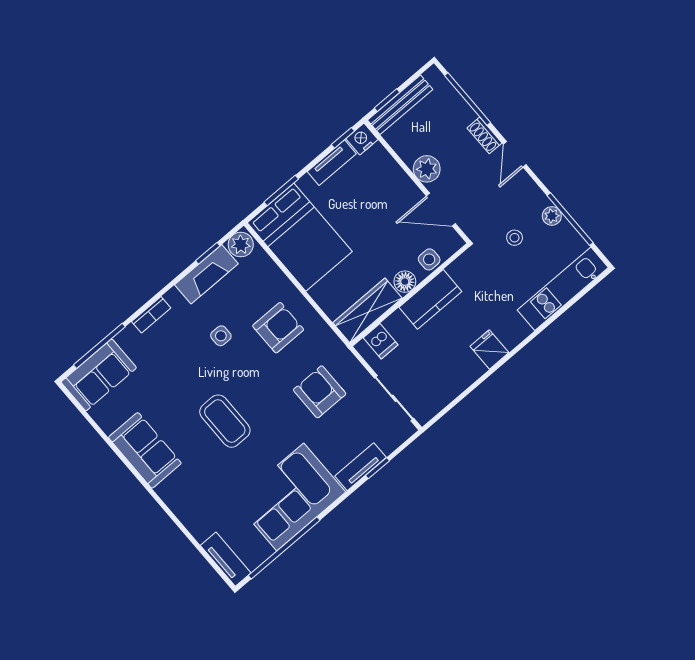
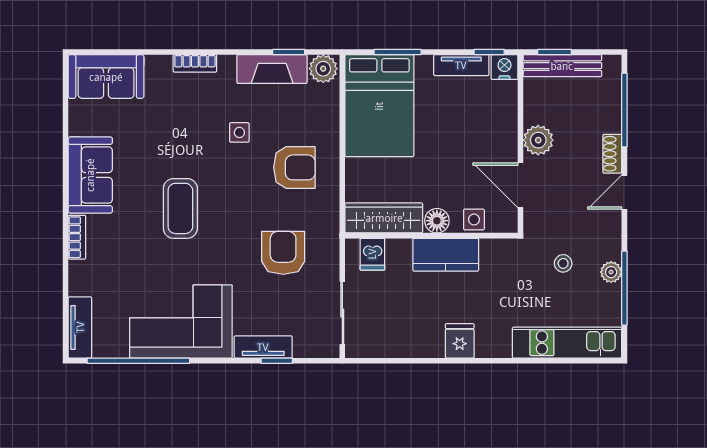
window: (99, 346) -> (128, 52), removed
bookcase: (172, 500) -> (77, 237), added

